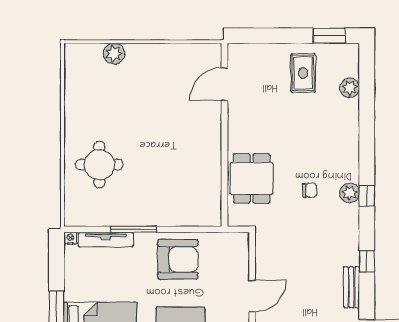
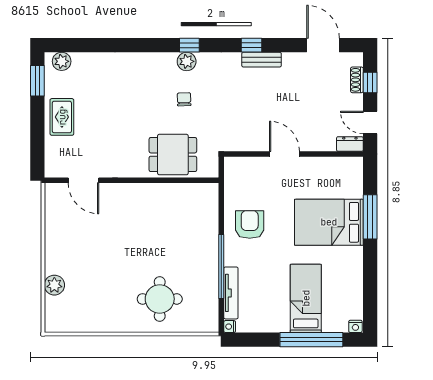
rug: (303, 73) -> (62, 117), moved, turned 90
plant: (350, 88) -> (62, 61), moved
window: (133, 229) -> (221, 267), width x1.46
armchair: (178, 259) -> (250, 225), width x0.73, depth x0.73
bench: (352, 287) -> (262, 60), moved

